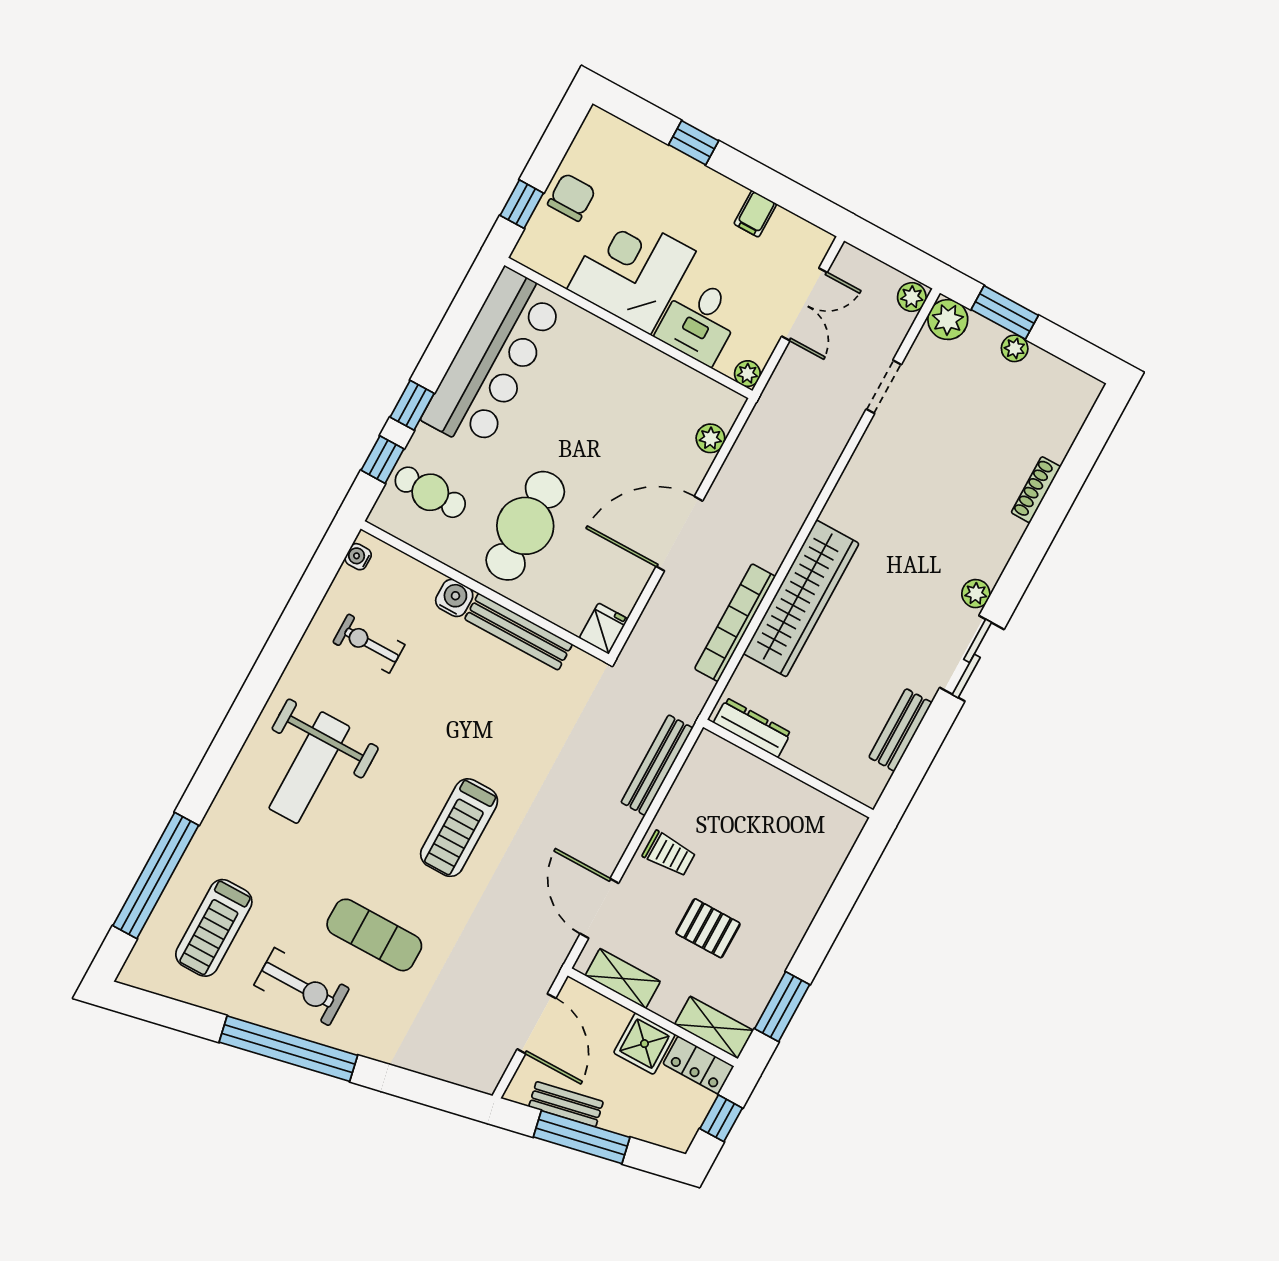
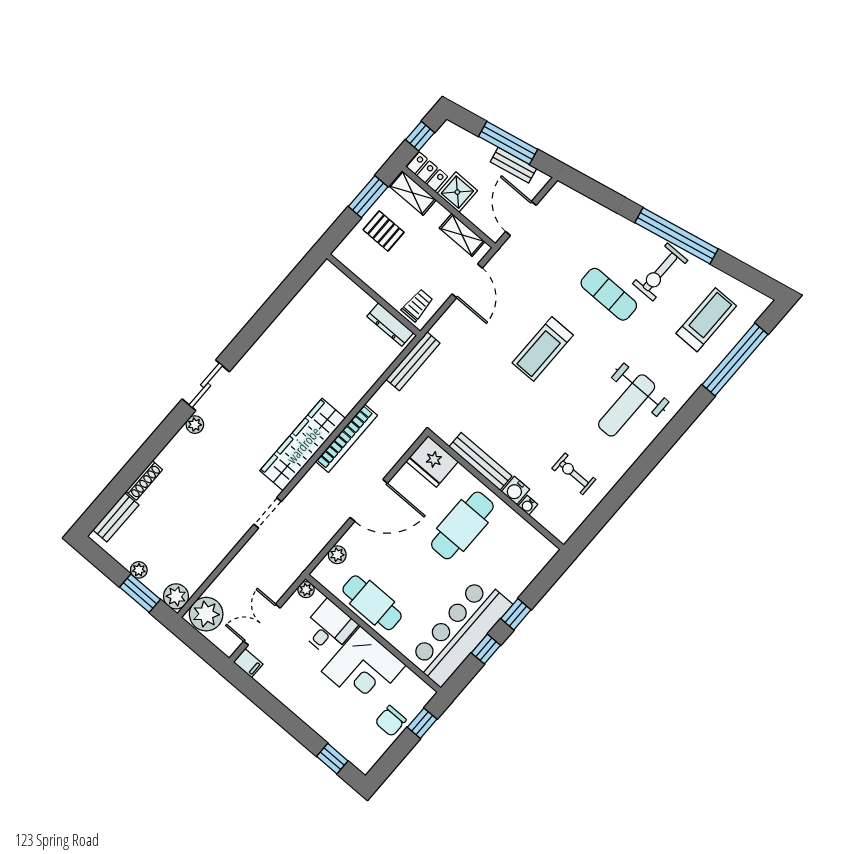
window: (694, 143) -> (332, 759), moved
filing cabinet: (755, 214) -> (248, 663), moved, turned 90
plant: (912, 297) -> (206, 614), width x1.88, depth x1.88
doorway: (884, 387) -> (268, 513), moved
window: (383, 460) -> (486, 649), moved
cafe table: (430, 492) -> (372, 603), moved, width x1.37, depth x1.35
water cooler: (358, 557) -> (528, 505), moved, turned 90
fridge: (604, 629) -> (432, 461), width x1.88, depth x1.34
exercise bike: (369, 643) -> (574, 474), turned 180
dresser: (752, 728) -> (390, 325), moved
bench: (900, 730) -> (116, 517), moved
weight bench: (309, 768) -> (627, 405), turned 180
wall: (788, 769) -> (373, 295), moved
treadmill: (459, 828) -> (543, 349), turned 180
trolley: (669, 854) -> (417, 305), turned 90
pallet: (708, 928) -> (384, 231), moved
exercise bike: (302, 987) -> (660, 272), turned -90

